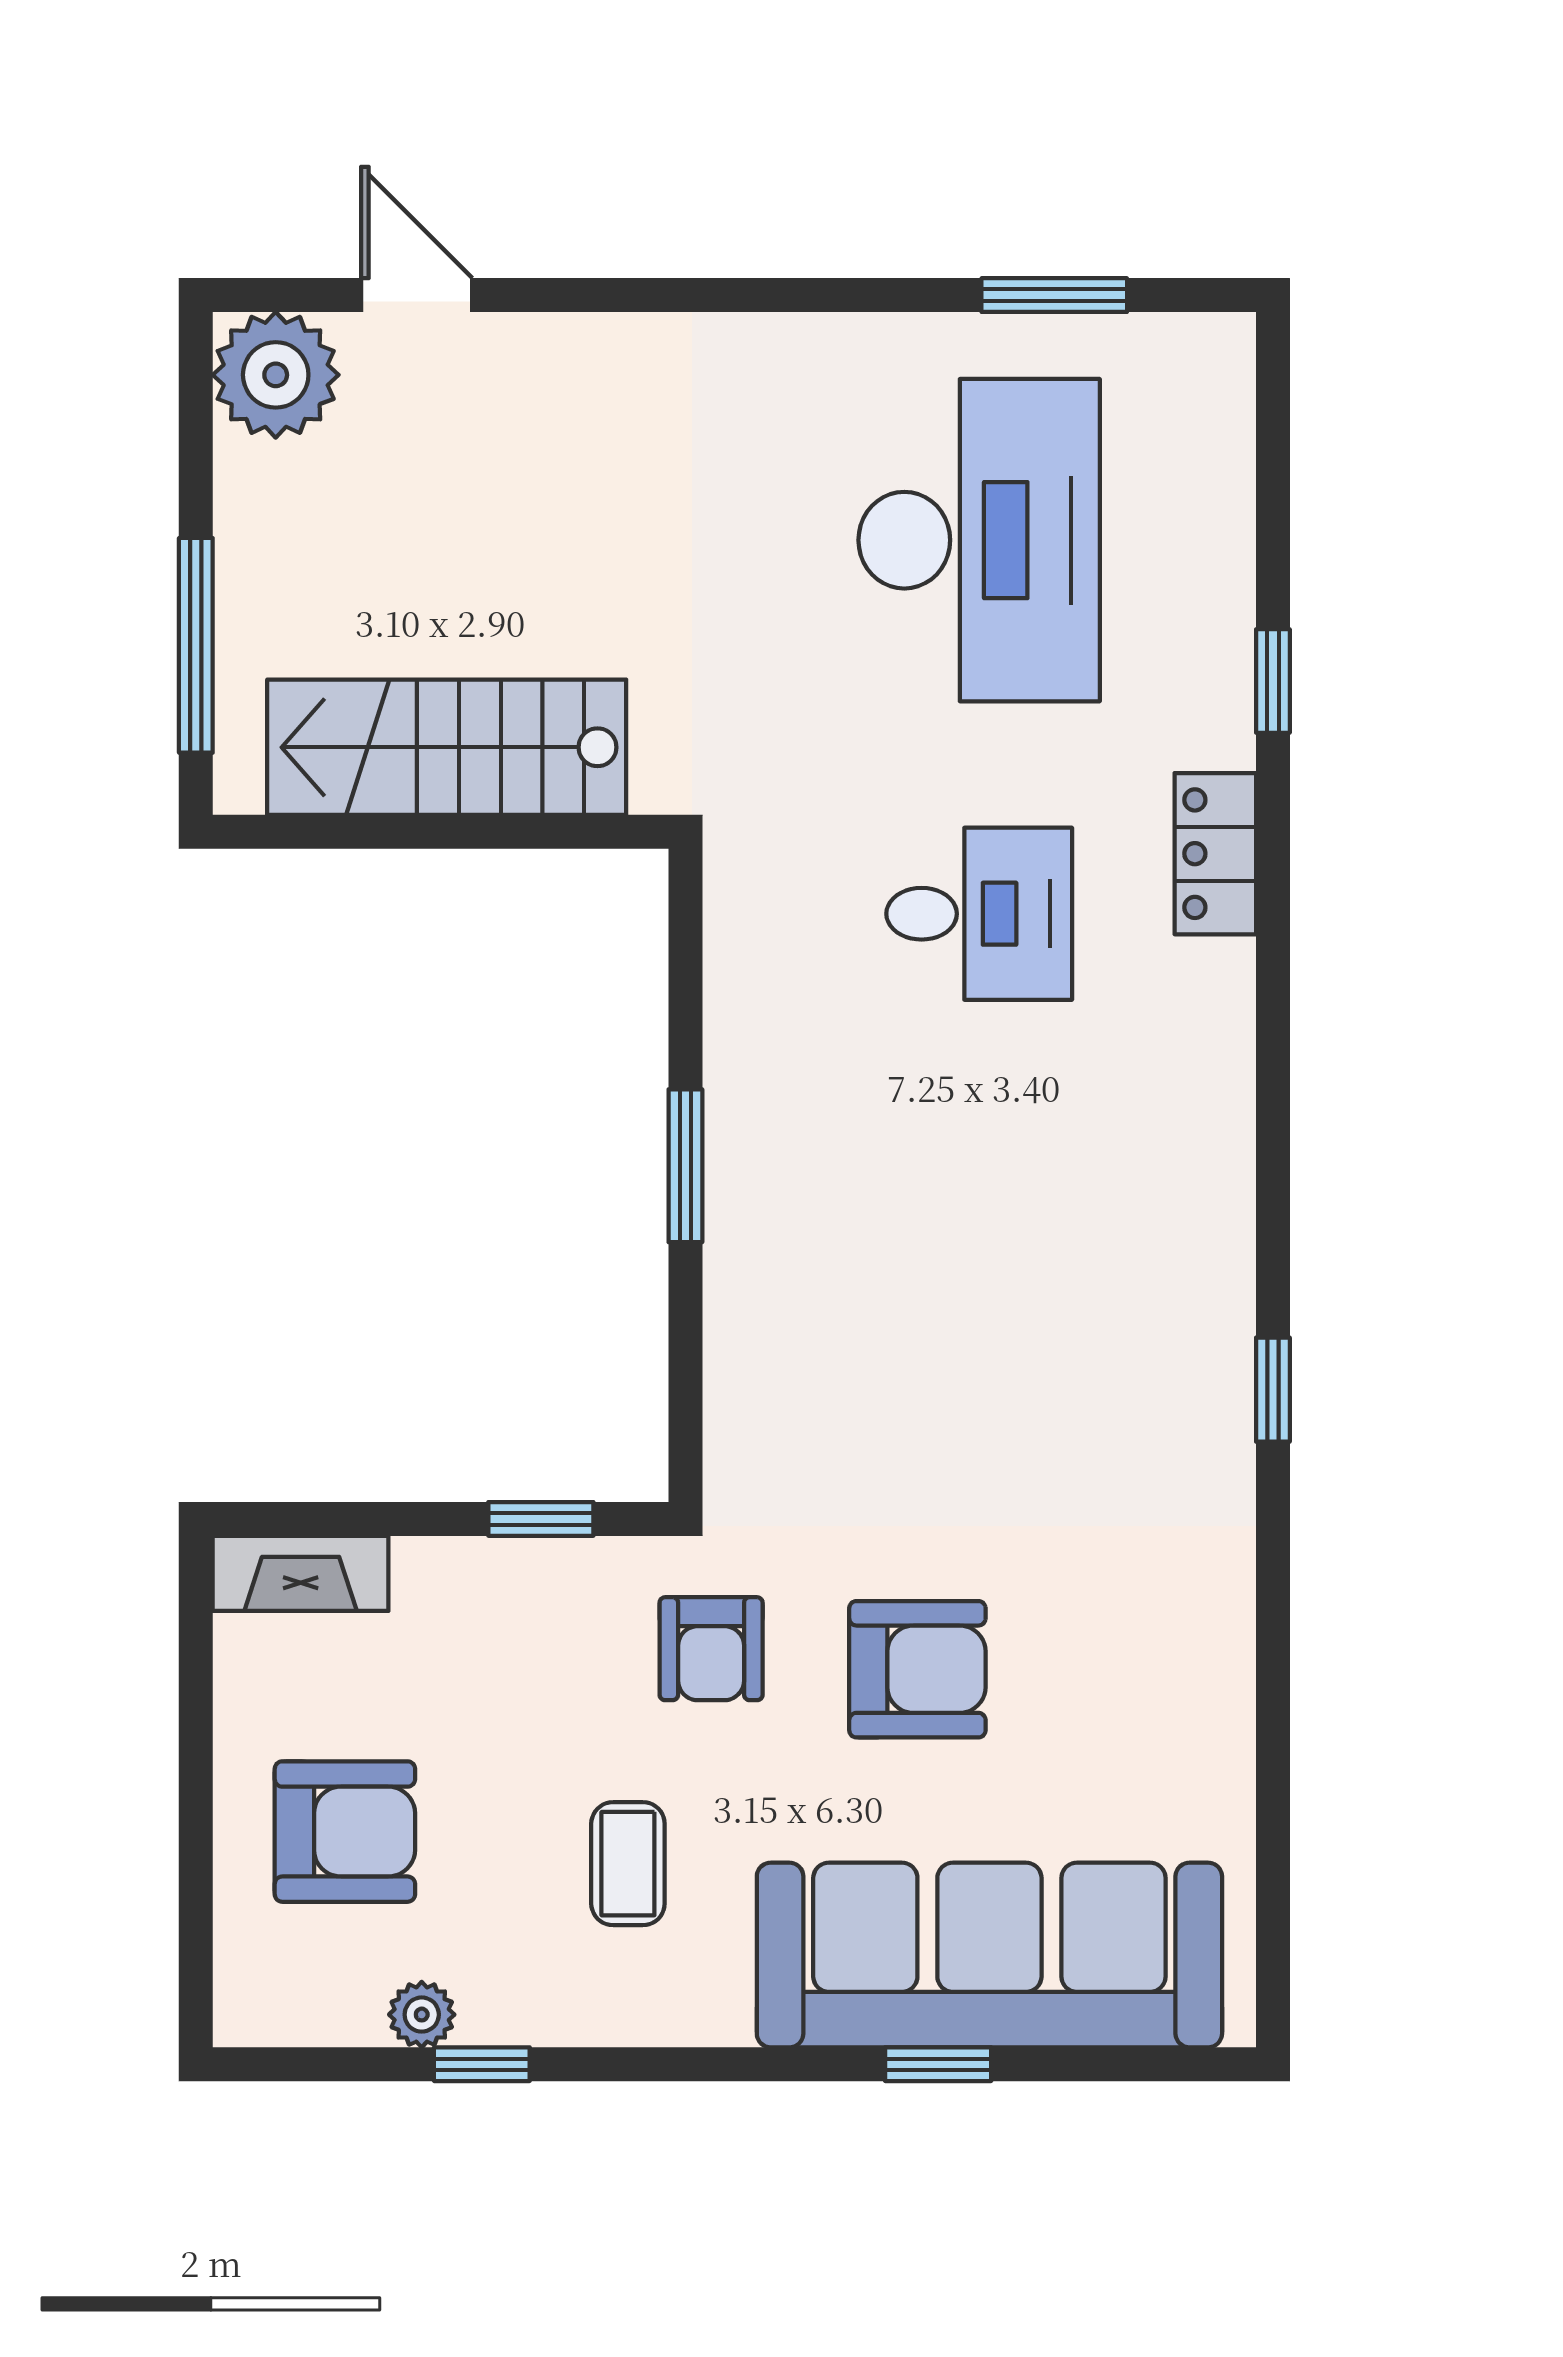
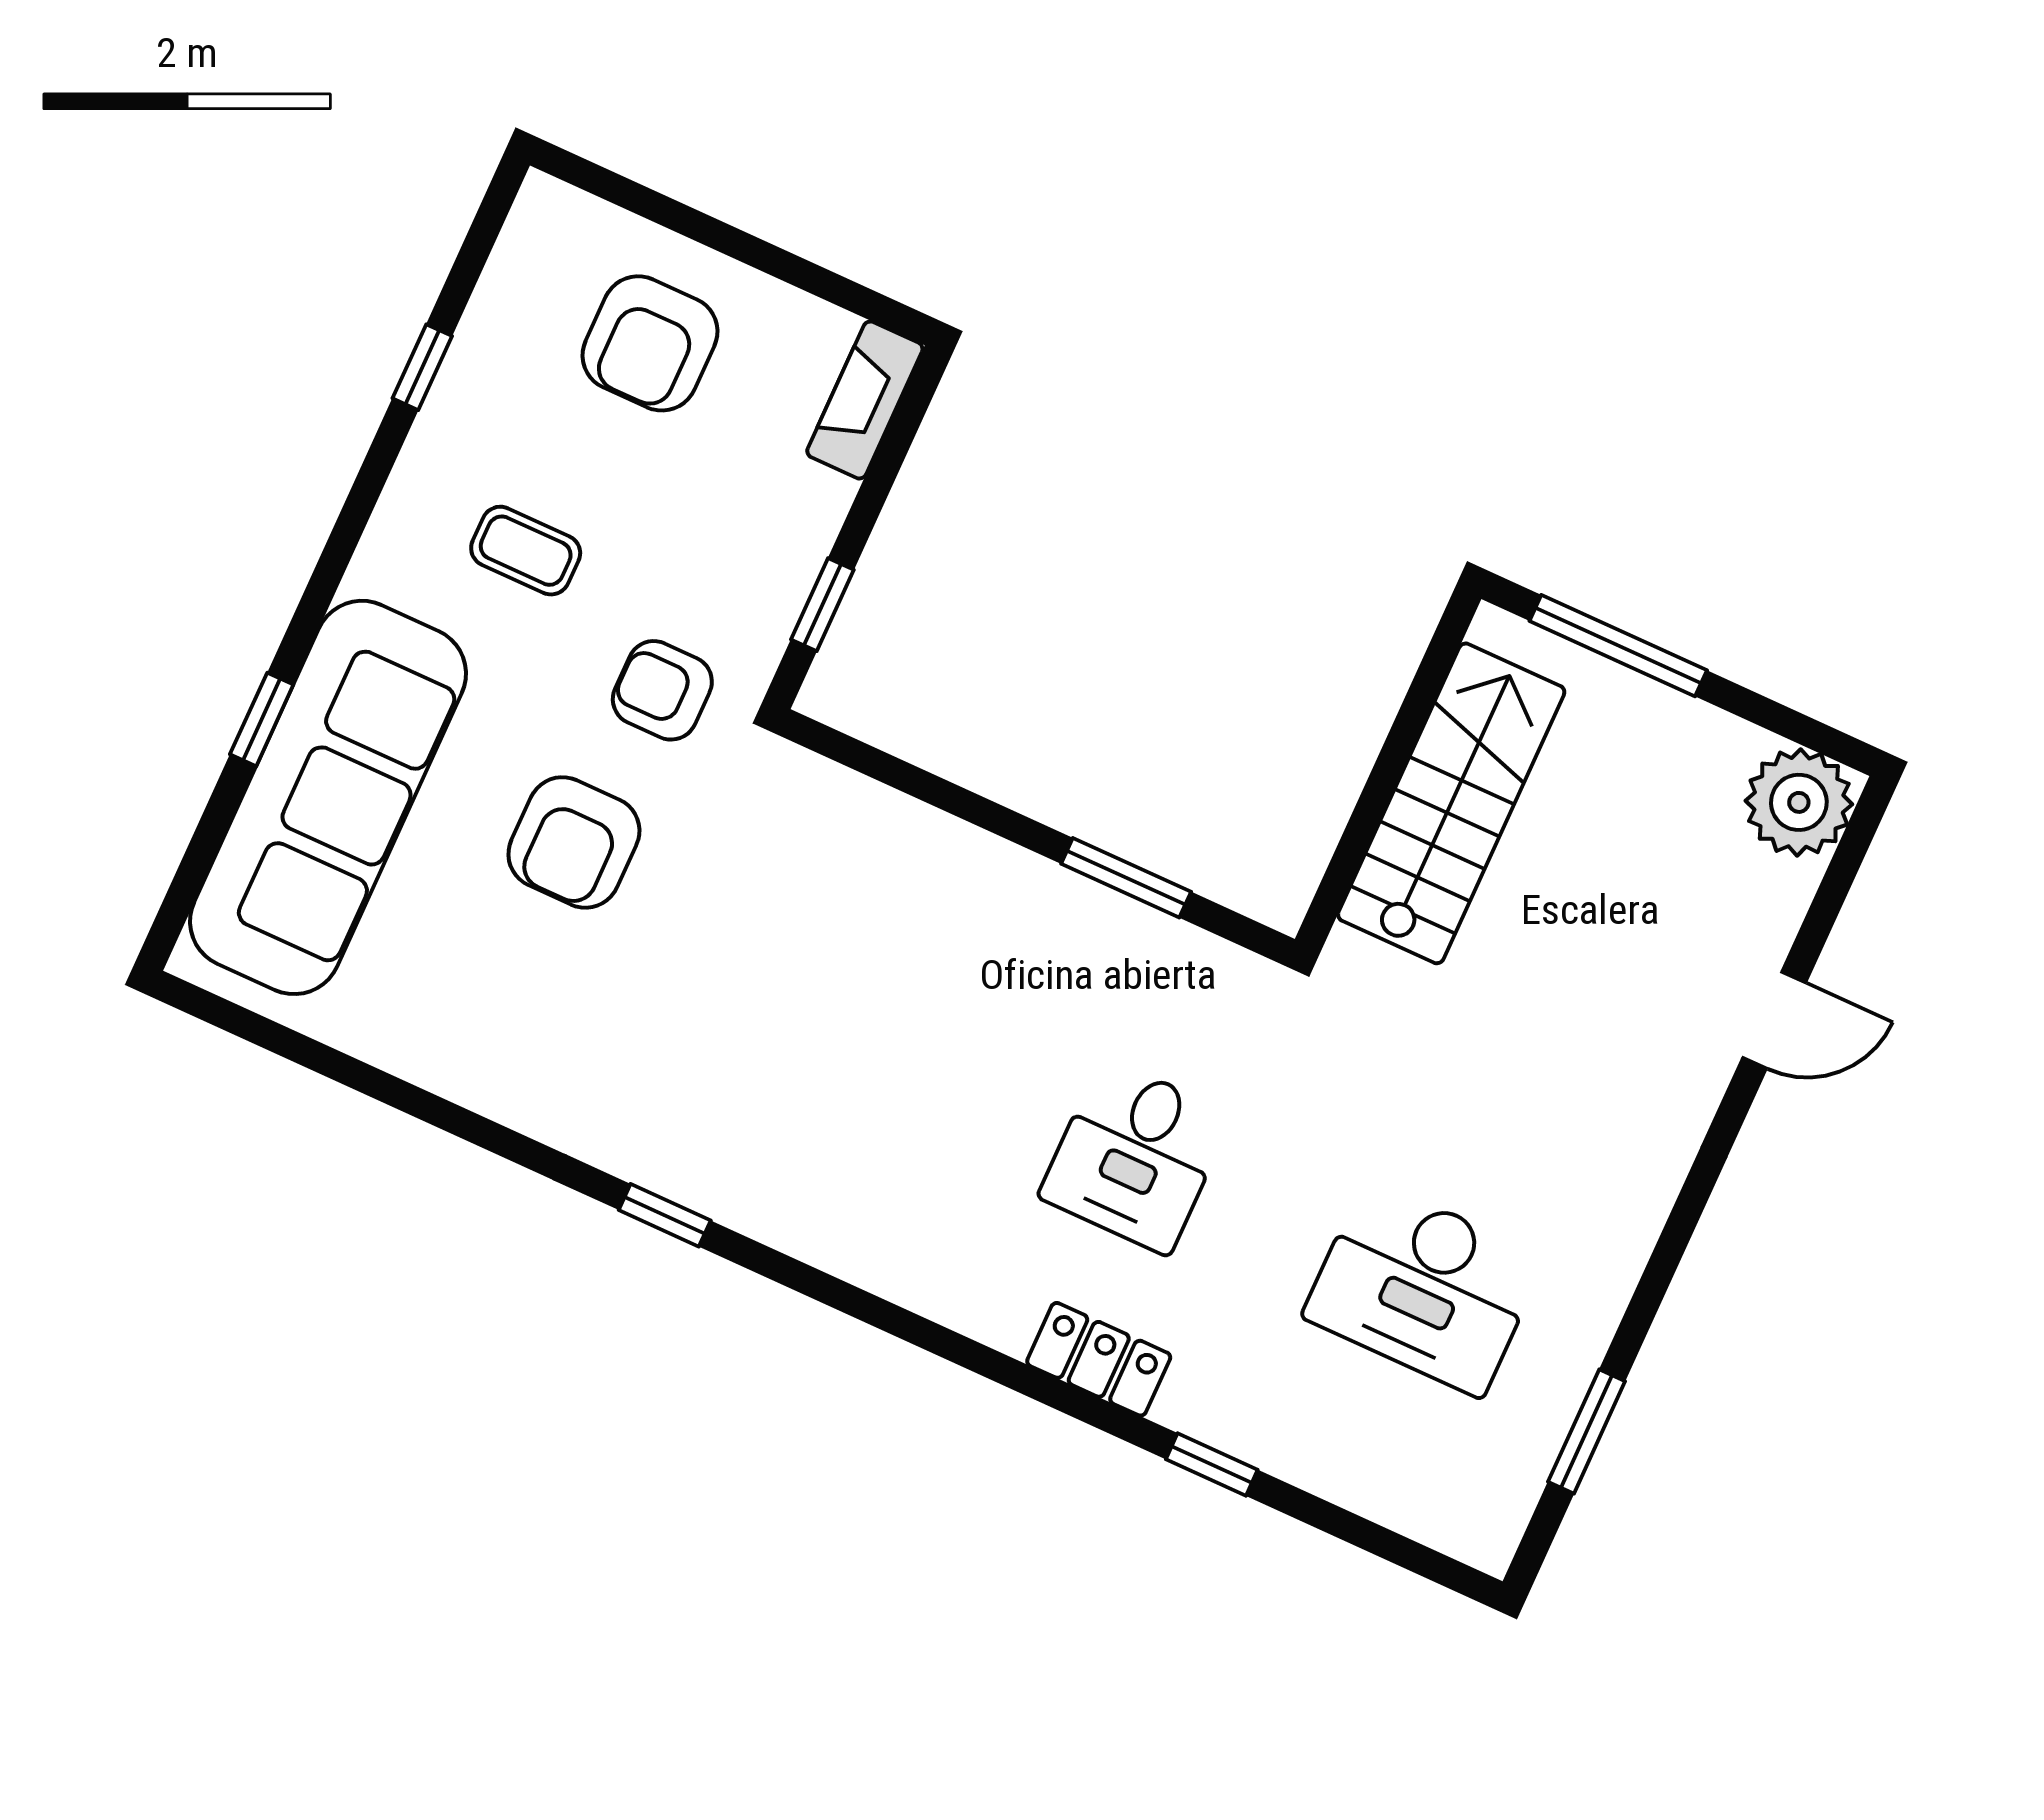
door: (417, 295) -> (1774, 1020), moved
desk: (979, 540) -> (1424, 1287), width x0.73, depth x0.77
window: (685, 1166) -> (1126, 878), moved
plant: (422, 2015) -> (482, 338), removed

